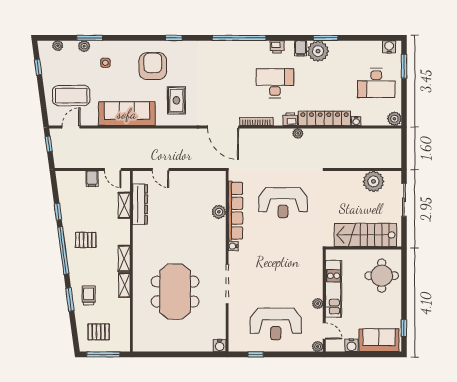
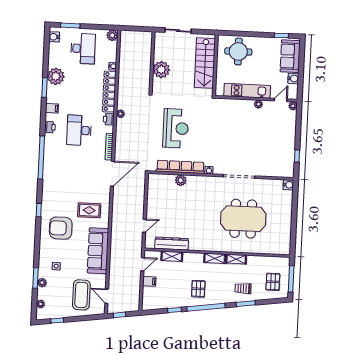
plant: (318, 51) -> (56, 76), moved
plant: (373, 181) -> (161, 70), moved
reception desk: (276, 324) -> (273, 139), removed

